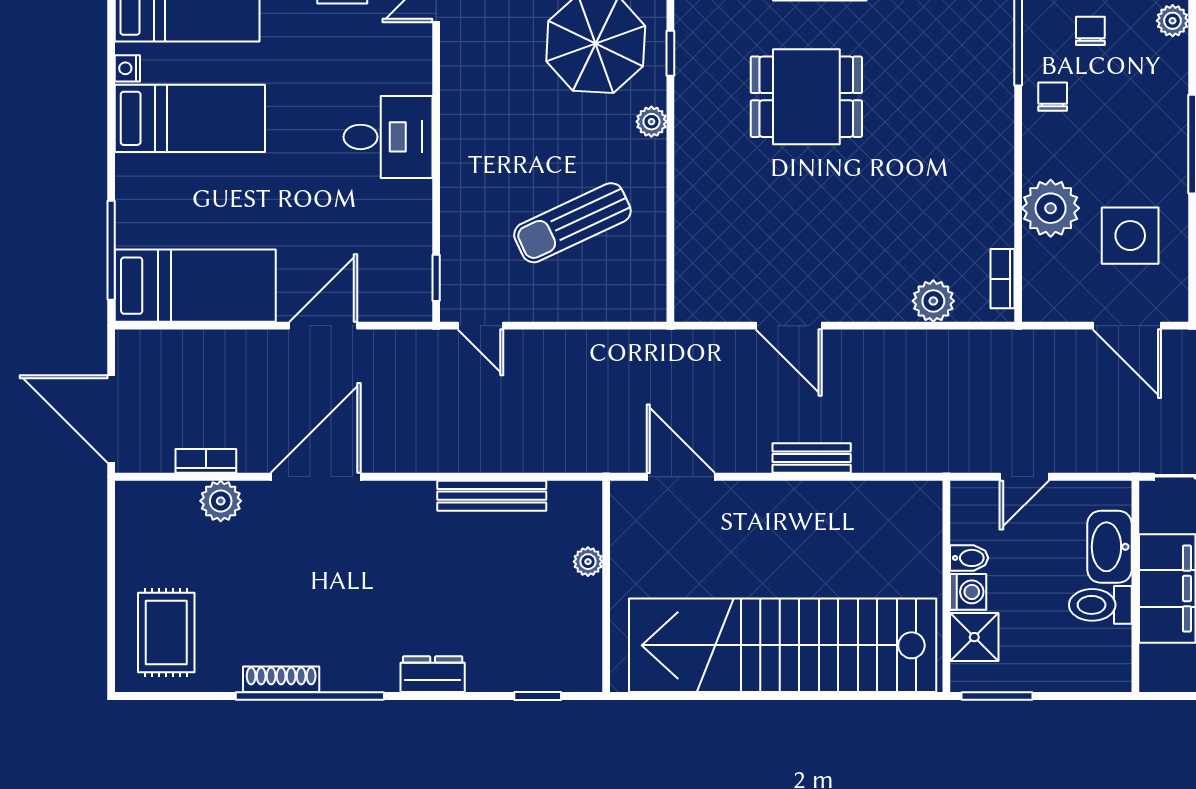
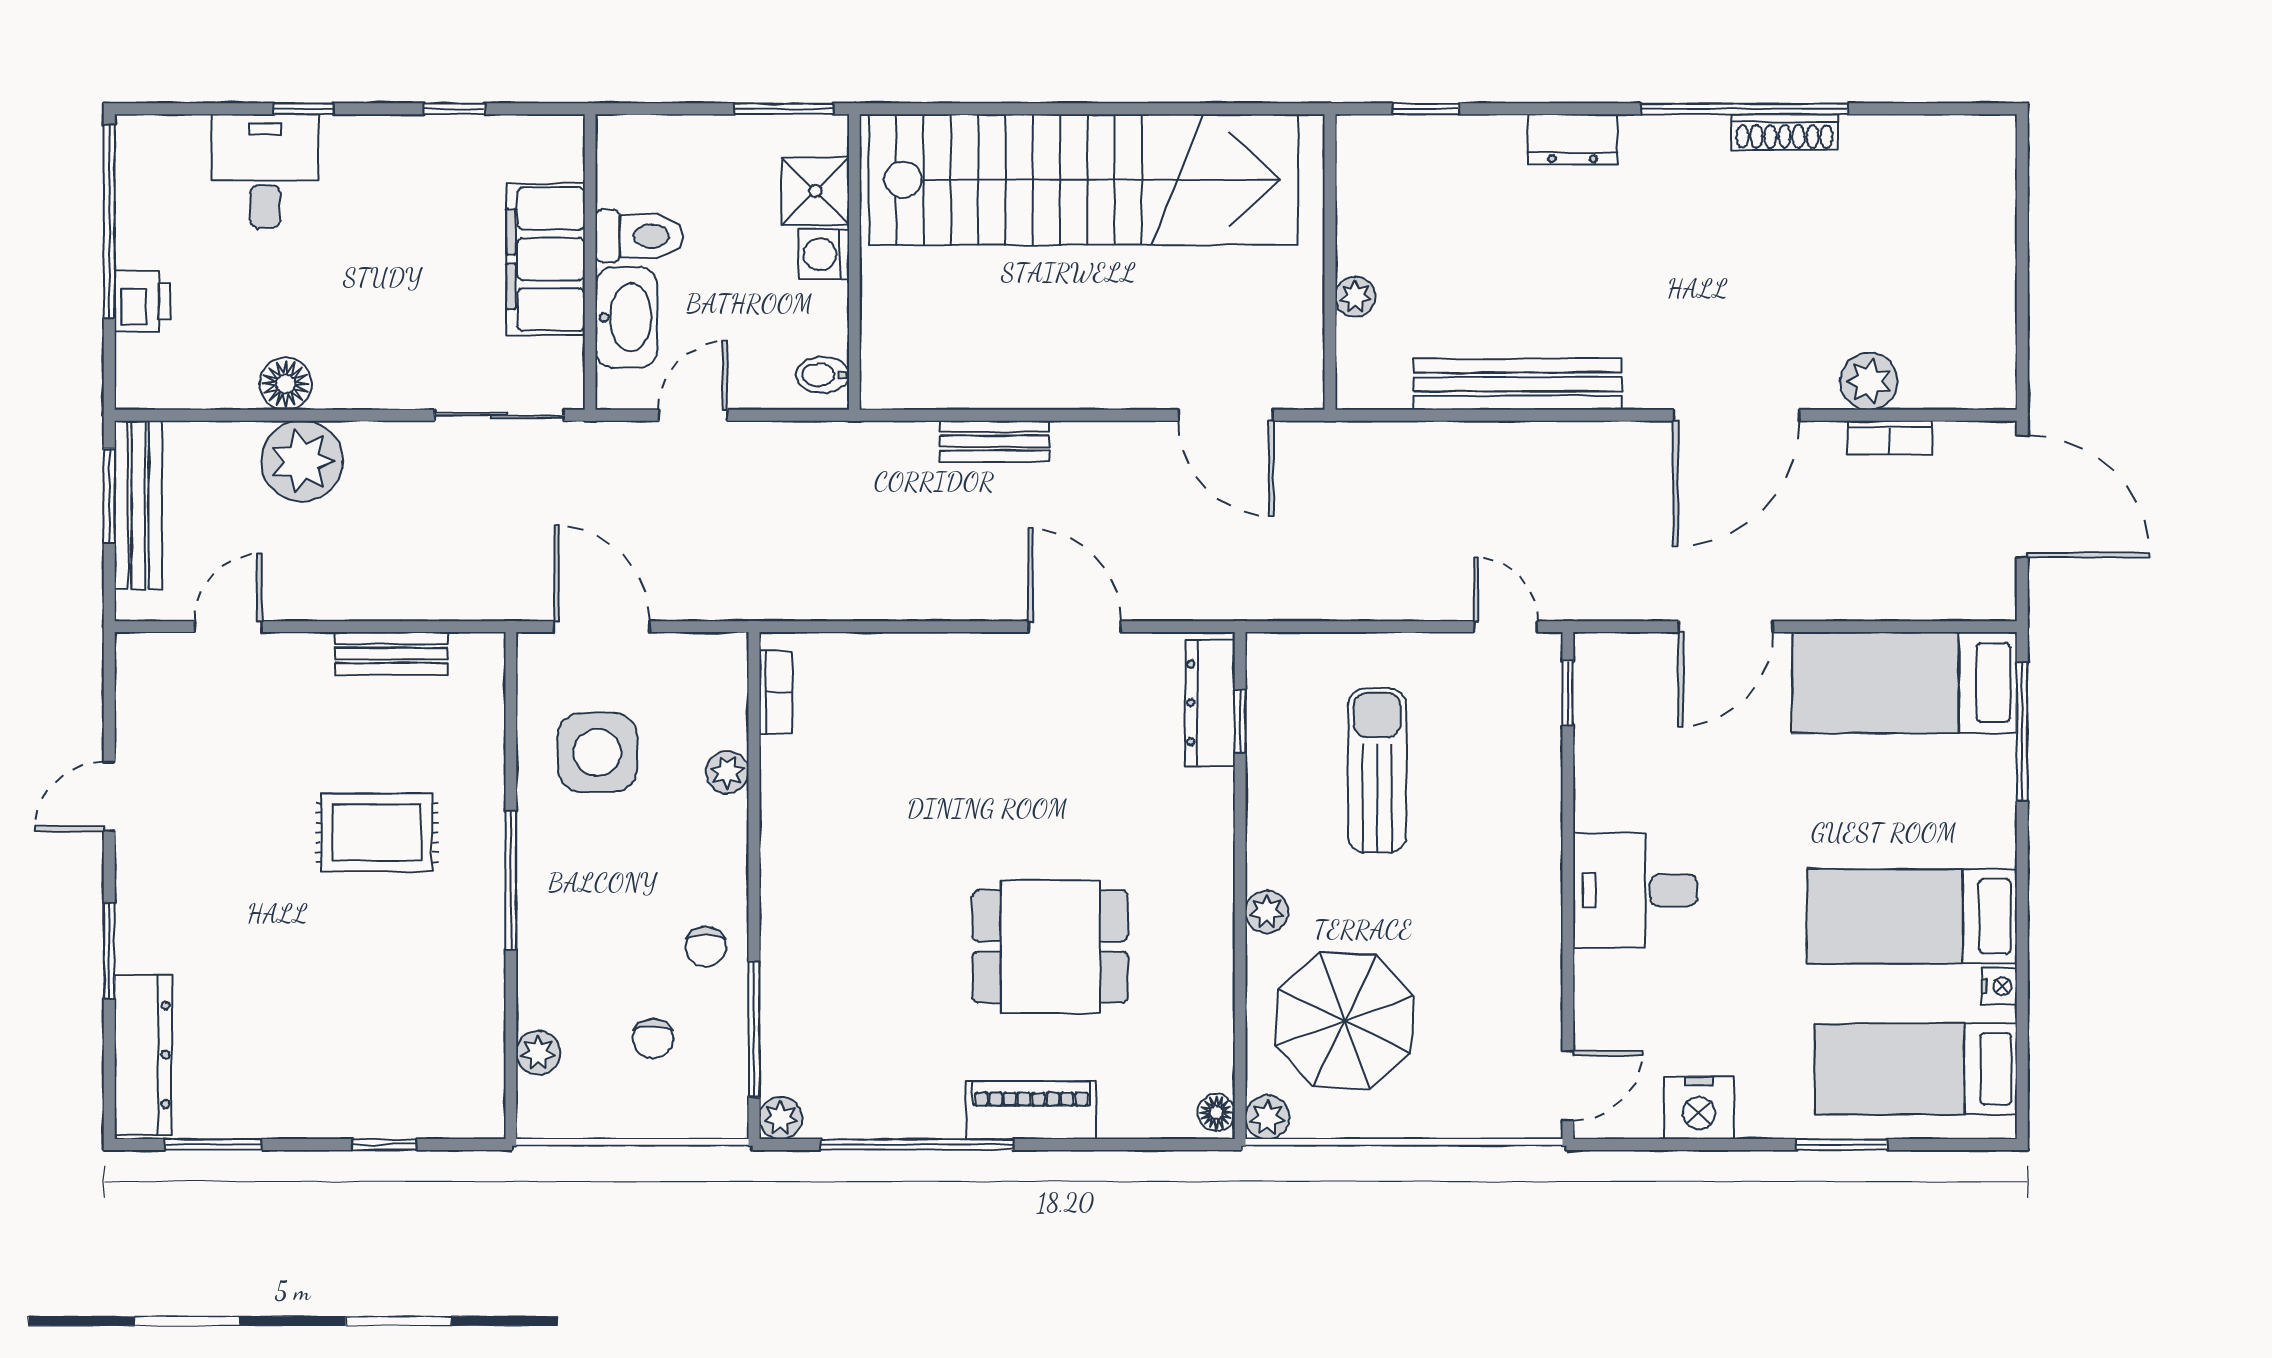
window: (670, 53) -> (1240, 721), moved
plant: (1051, 208) -> (727, 772), width x0.53, depth x0.53
sun lounger: (572, 223) -> (1377, 770), turned -65
dresser: (692, 271) -> (1210, 703), added
plant: (933, 301) -> (873, 661), removed
bench: (812, 458) -> (994, 441), moved
door: (1024, 477) -> (693, 415), moved
bench: (492, 496) -> (1518, 384), width x1.37, depth x1.21
bidet: (969, 558) -> (823, 375), moved
rug: (166, 632) -> (1945, 198), removed

